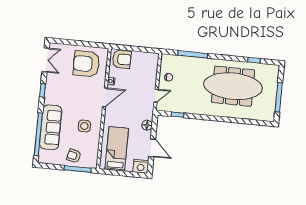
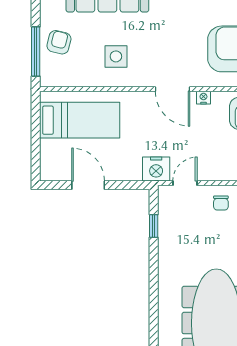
door: (156, 96) -> (185, 183), swing flipped
floor lamp: (147, 125) -> (129, 172), removed
door: (152, 148) -> (88, 185), swing flipped
nightstand: (141, 166) -> (156, 169), moved, turned -90

